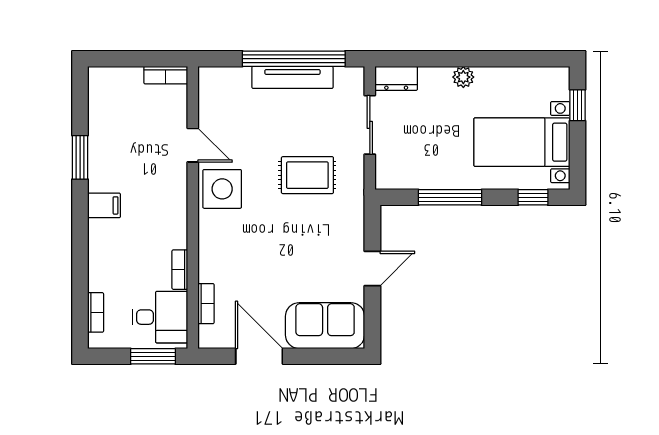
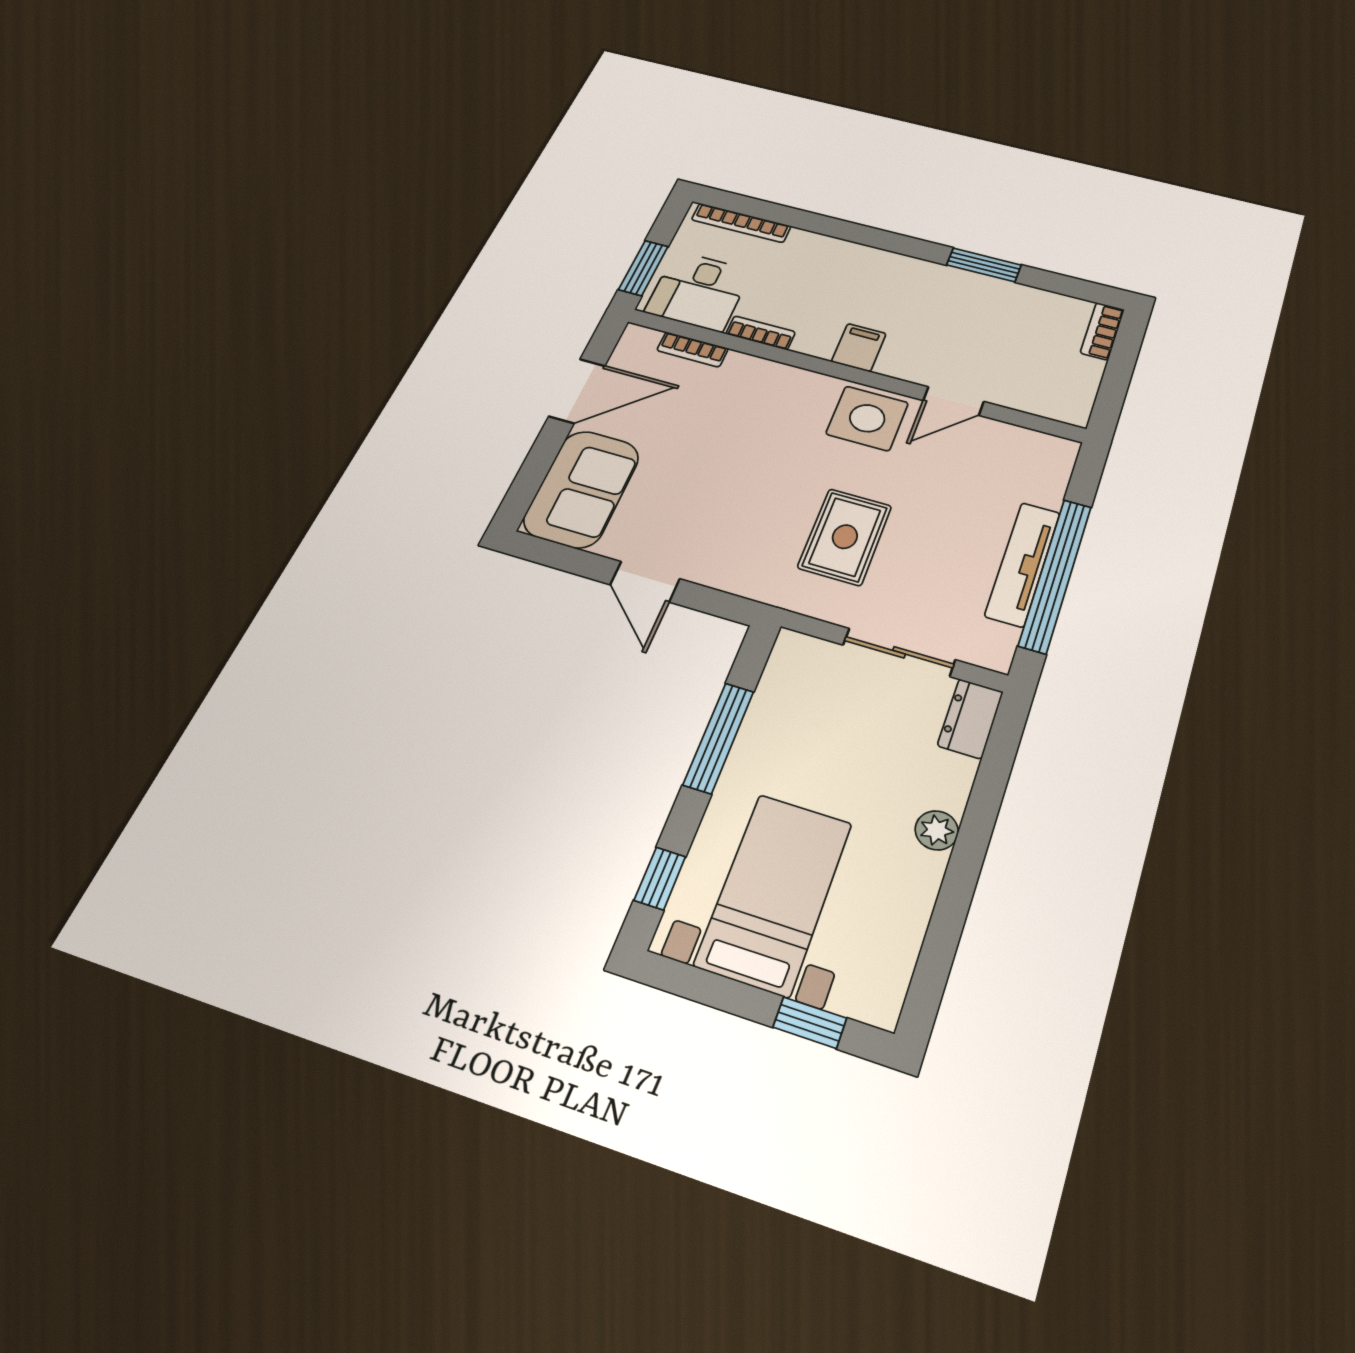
bookcase: (166, 75) -> (1102, 331), moved
filing cabinet: (104, 205) -> (859, 348), moved, turned 180
bookcase: (96, 312) -> (741, 223), width x1.56

